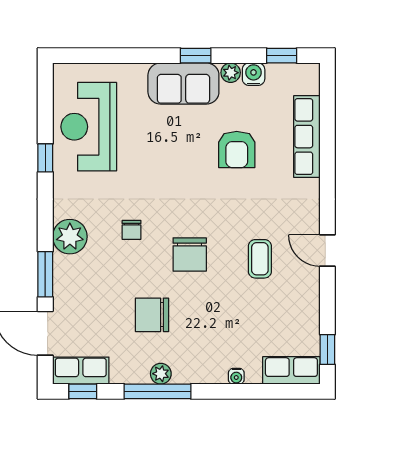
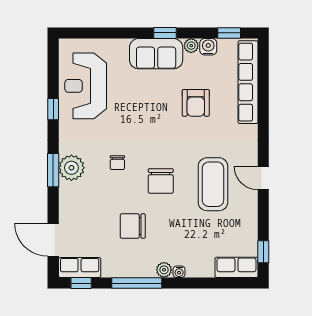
row of seats: (307, 137) -> (248, 82), width x1.36
coffee table: (260, 259) -> (213, 184), width x1.86, depth x1.72
window: (45, 274) -> (53, 170), moved
plant: (161, 374) -> (164, 270), moved
water cooler: (236, 376) -> (179, 272), moved

